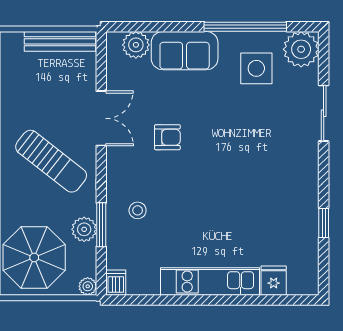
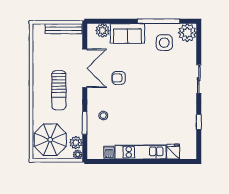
sliding door: (324, 113) -> (199, 79), moved
double door: (101, 118) -> (85, 68), width x1.37
armchair: (167, 137) -> (119, 78), turned 180
sun lounger: (51, 161) -> (59, 90), turned 52
plant: (84, 229) -> (76, 143), moved
dishwasher: (116, 283) -> (109, 153), moved

